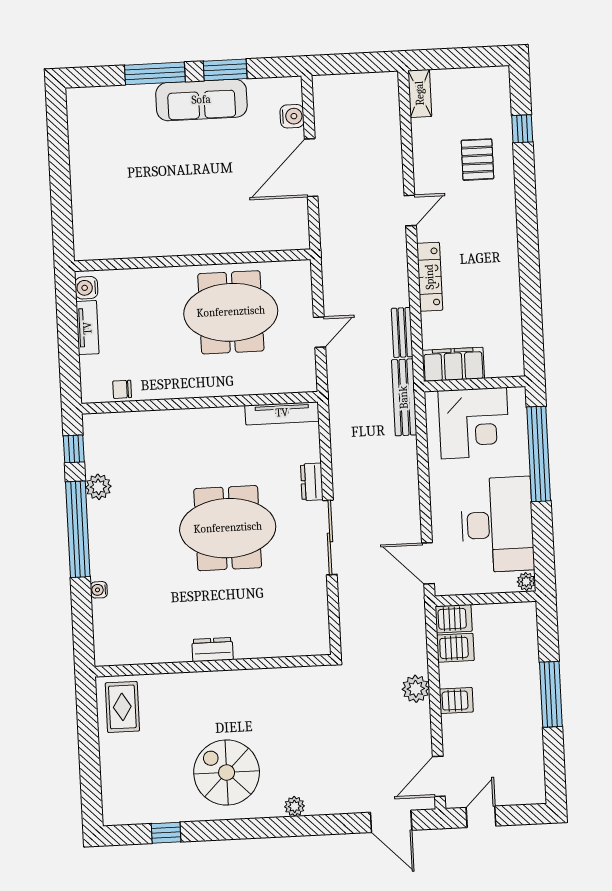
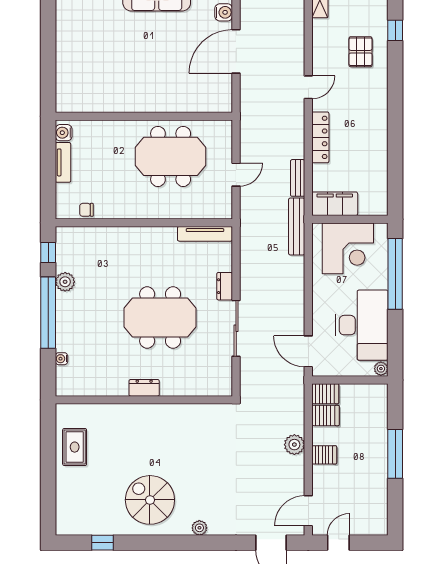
dresser: (213, 650) -> (144, 388), moved
wall: (213, 666) -> (144, 400), moved

